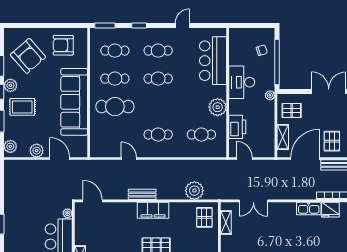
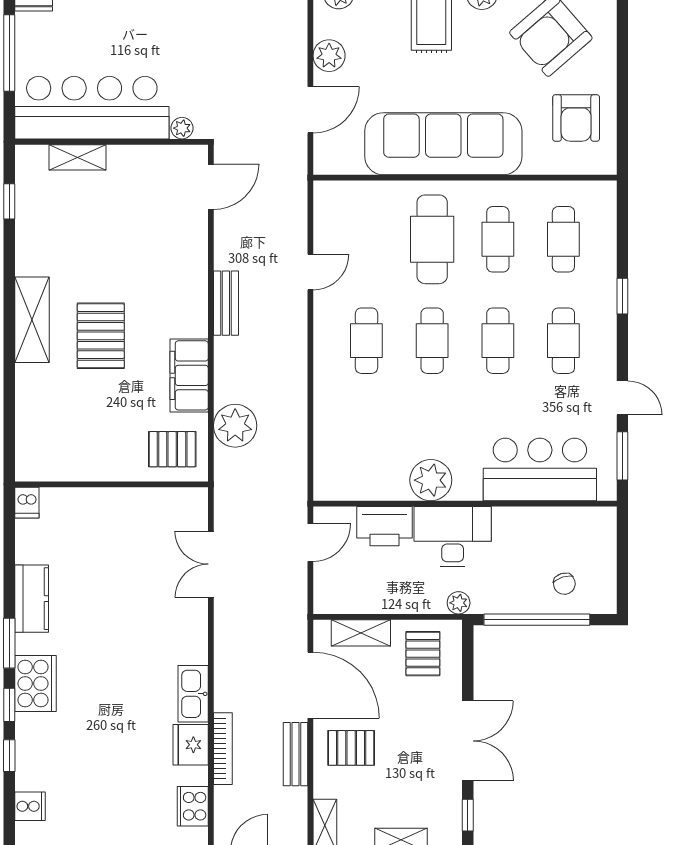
window: (105, 25) -> (622, 456), moved
armchair: (63, 45) -> (576, 118), turned 180
desk: (242, 82) -> (453, 537), moved
cafe table: (201, 135) -> (432, 341), moved
filing cabinet: (153, 210) -> (189, 375), moved
shelving: (226, 223) -> (160, 500), removed

